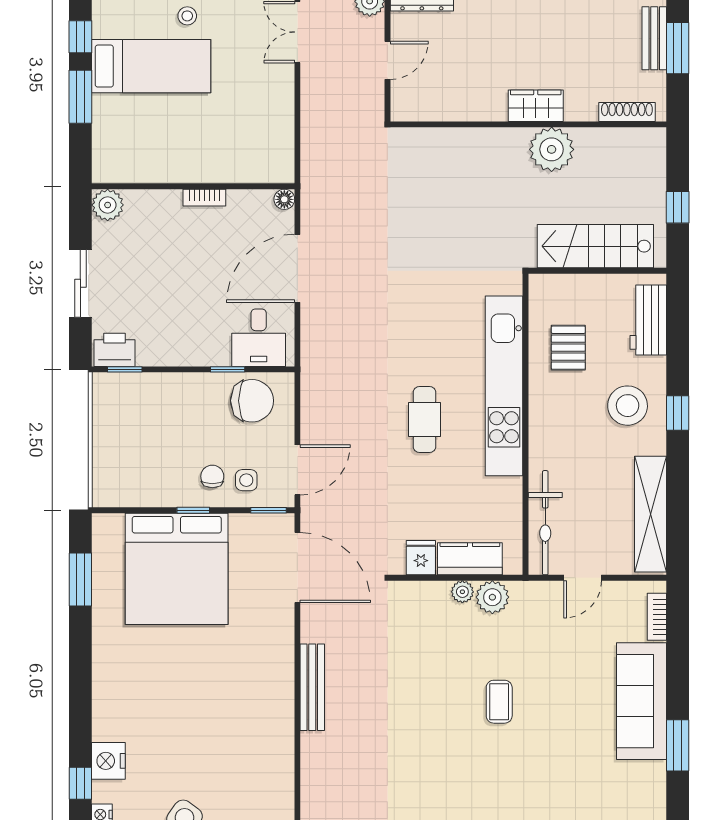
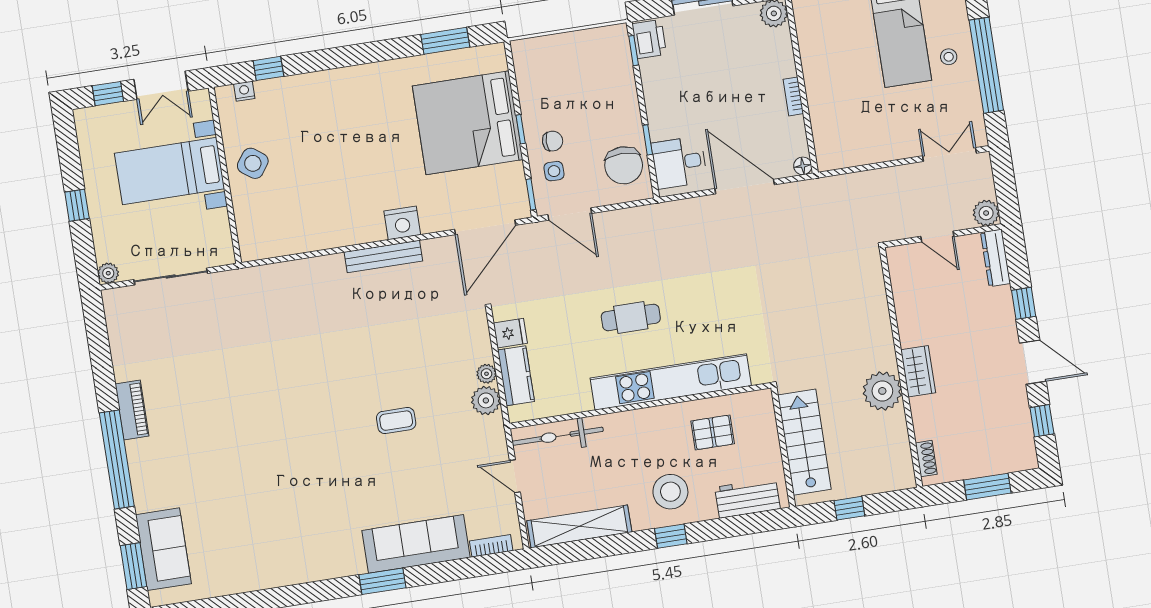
bench: (654, 38) -> (993, 465), removed
shoe rack: (627, 112) -> (926, 459), width x0.70
nightstand: (108, 761) -> (402, 223), moved, turned 180

